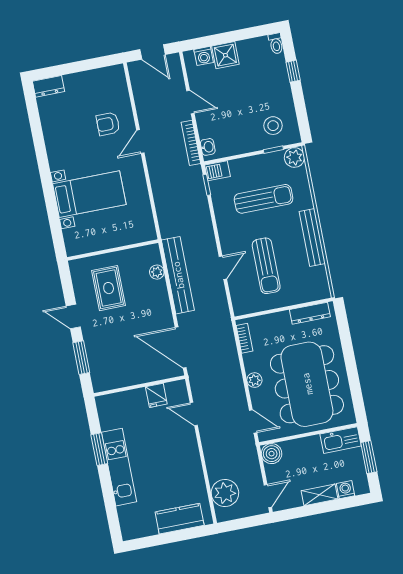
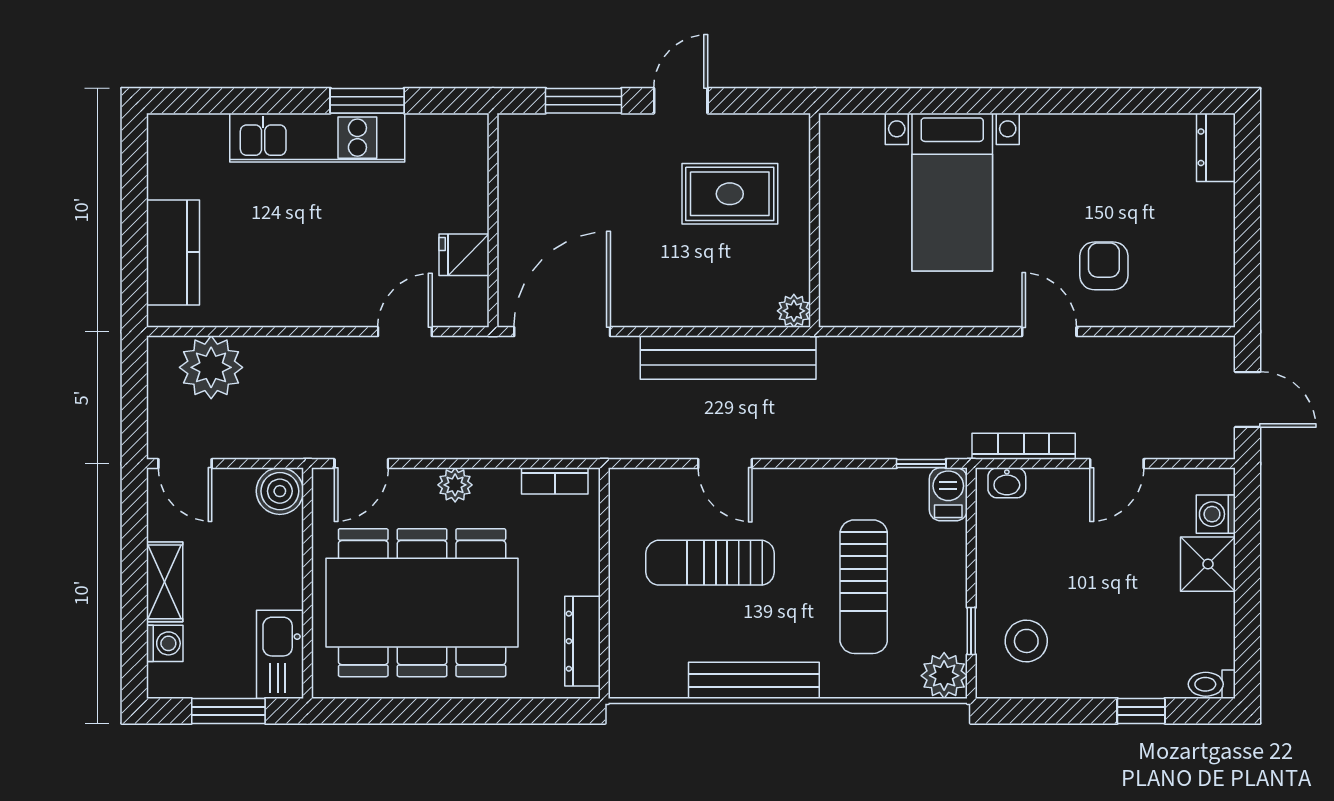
door: (153, 52) -> (1248, 399), swing flipped
plant: (157, 272) -> (794, 311), moved

